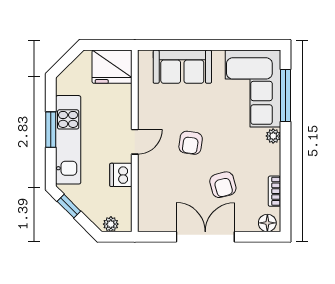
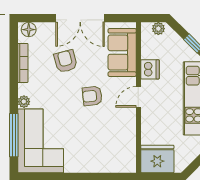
sofa: (182, 67) -> (122, 52), moved, turned -90
armchair: (191, 143) -> (92, 96), turned -104
bookcase: (274, 191) -> (23, 63), width x1.56

